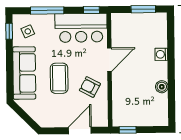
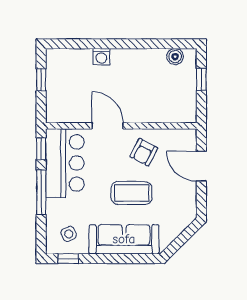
window: (143, 9) -> (41, 80), width x0.67
window: (47, 10) -> (41, 192), moved
boiler: (162, 87) -> (175, 57), moved
window: (128, 130) -> (201, 79), moved

